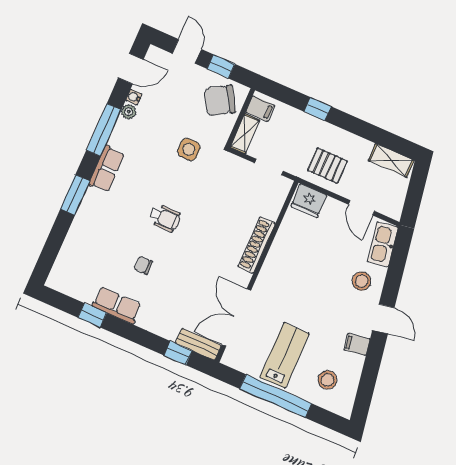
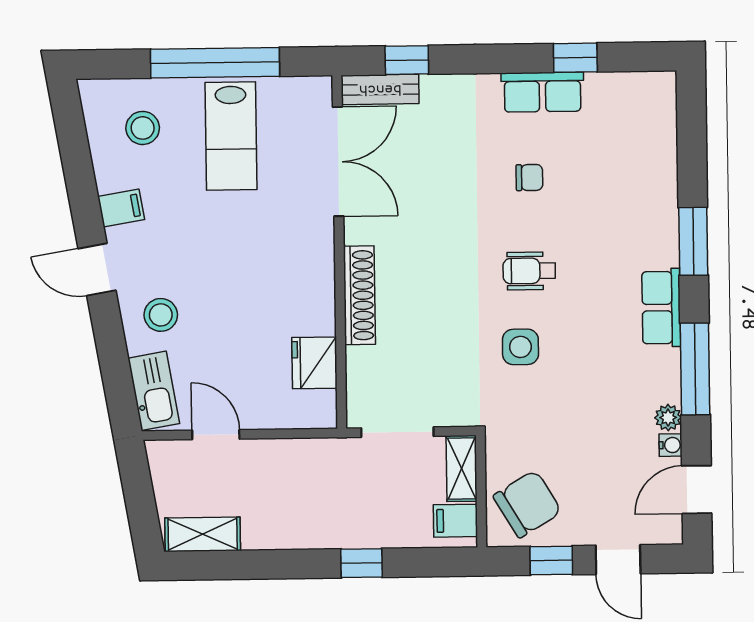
side table: (189, 149) -> (520, 347), moved
pallet: (327, 166) -> (303, 478), removed
doorway: (269, 167) -> (397, 432), width x1.38
fridge: (309, 201) -> (314, 363), moved, turned -90

